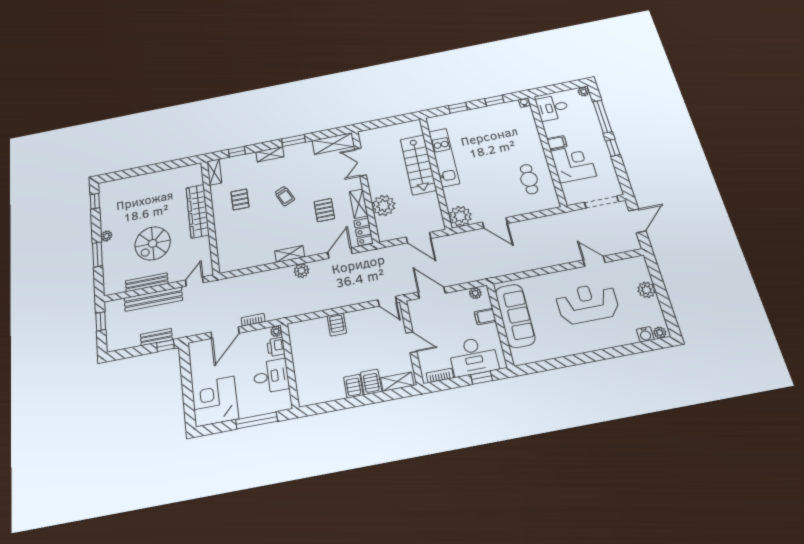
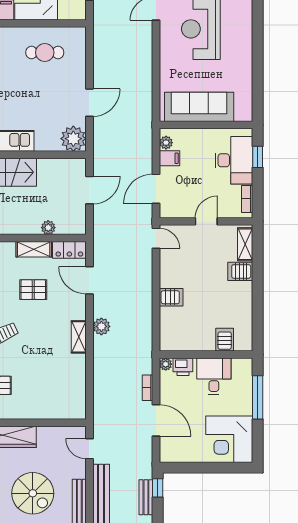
plant: (384, 205) -> (48, 228), width x0.53, depth x0.53
door: (387, 301) -> (156, 238), hinge flipped
filing cabinet: (485, 317) -> (169, 158), moved, turned -90
server rack: (353, 386) -> (225, 340), moved, turned 90

